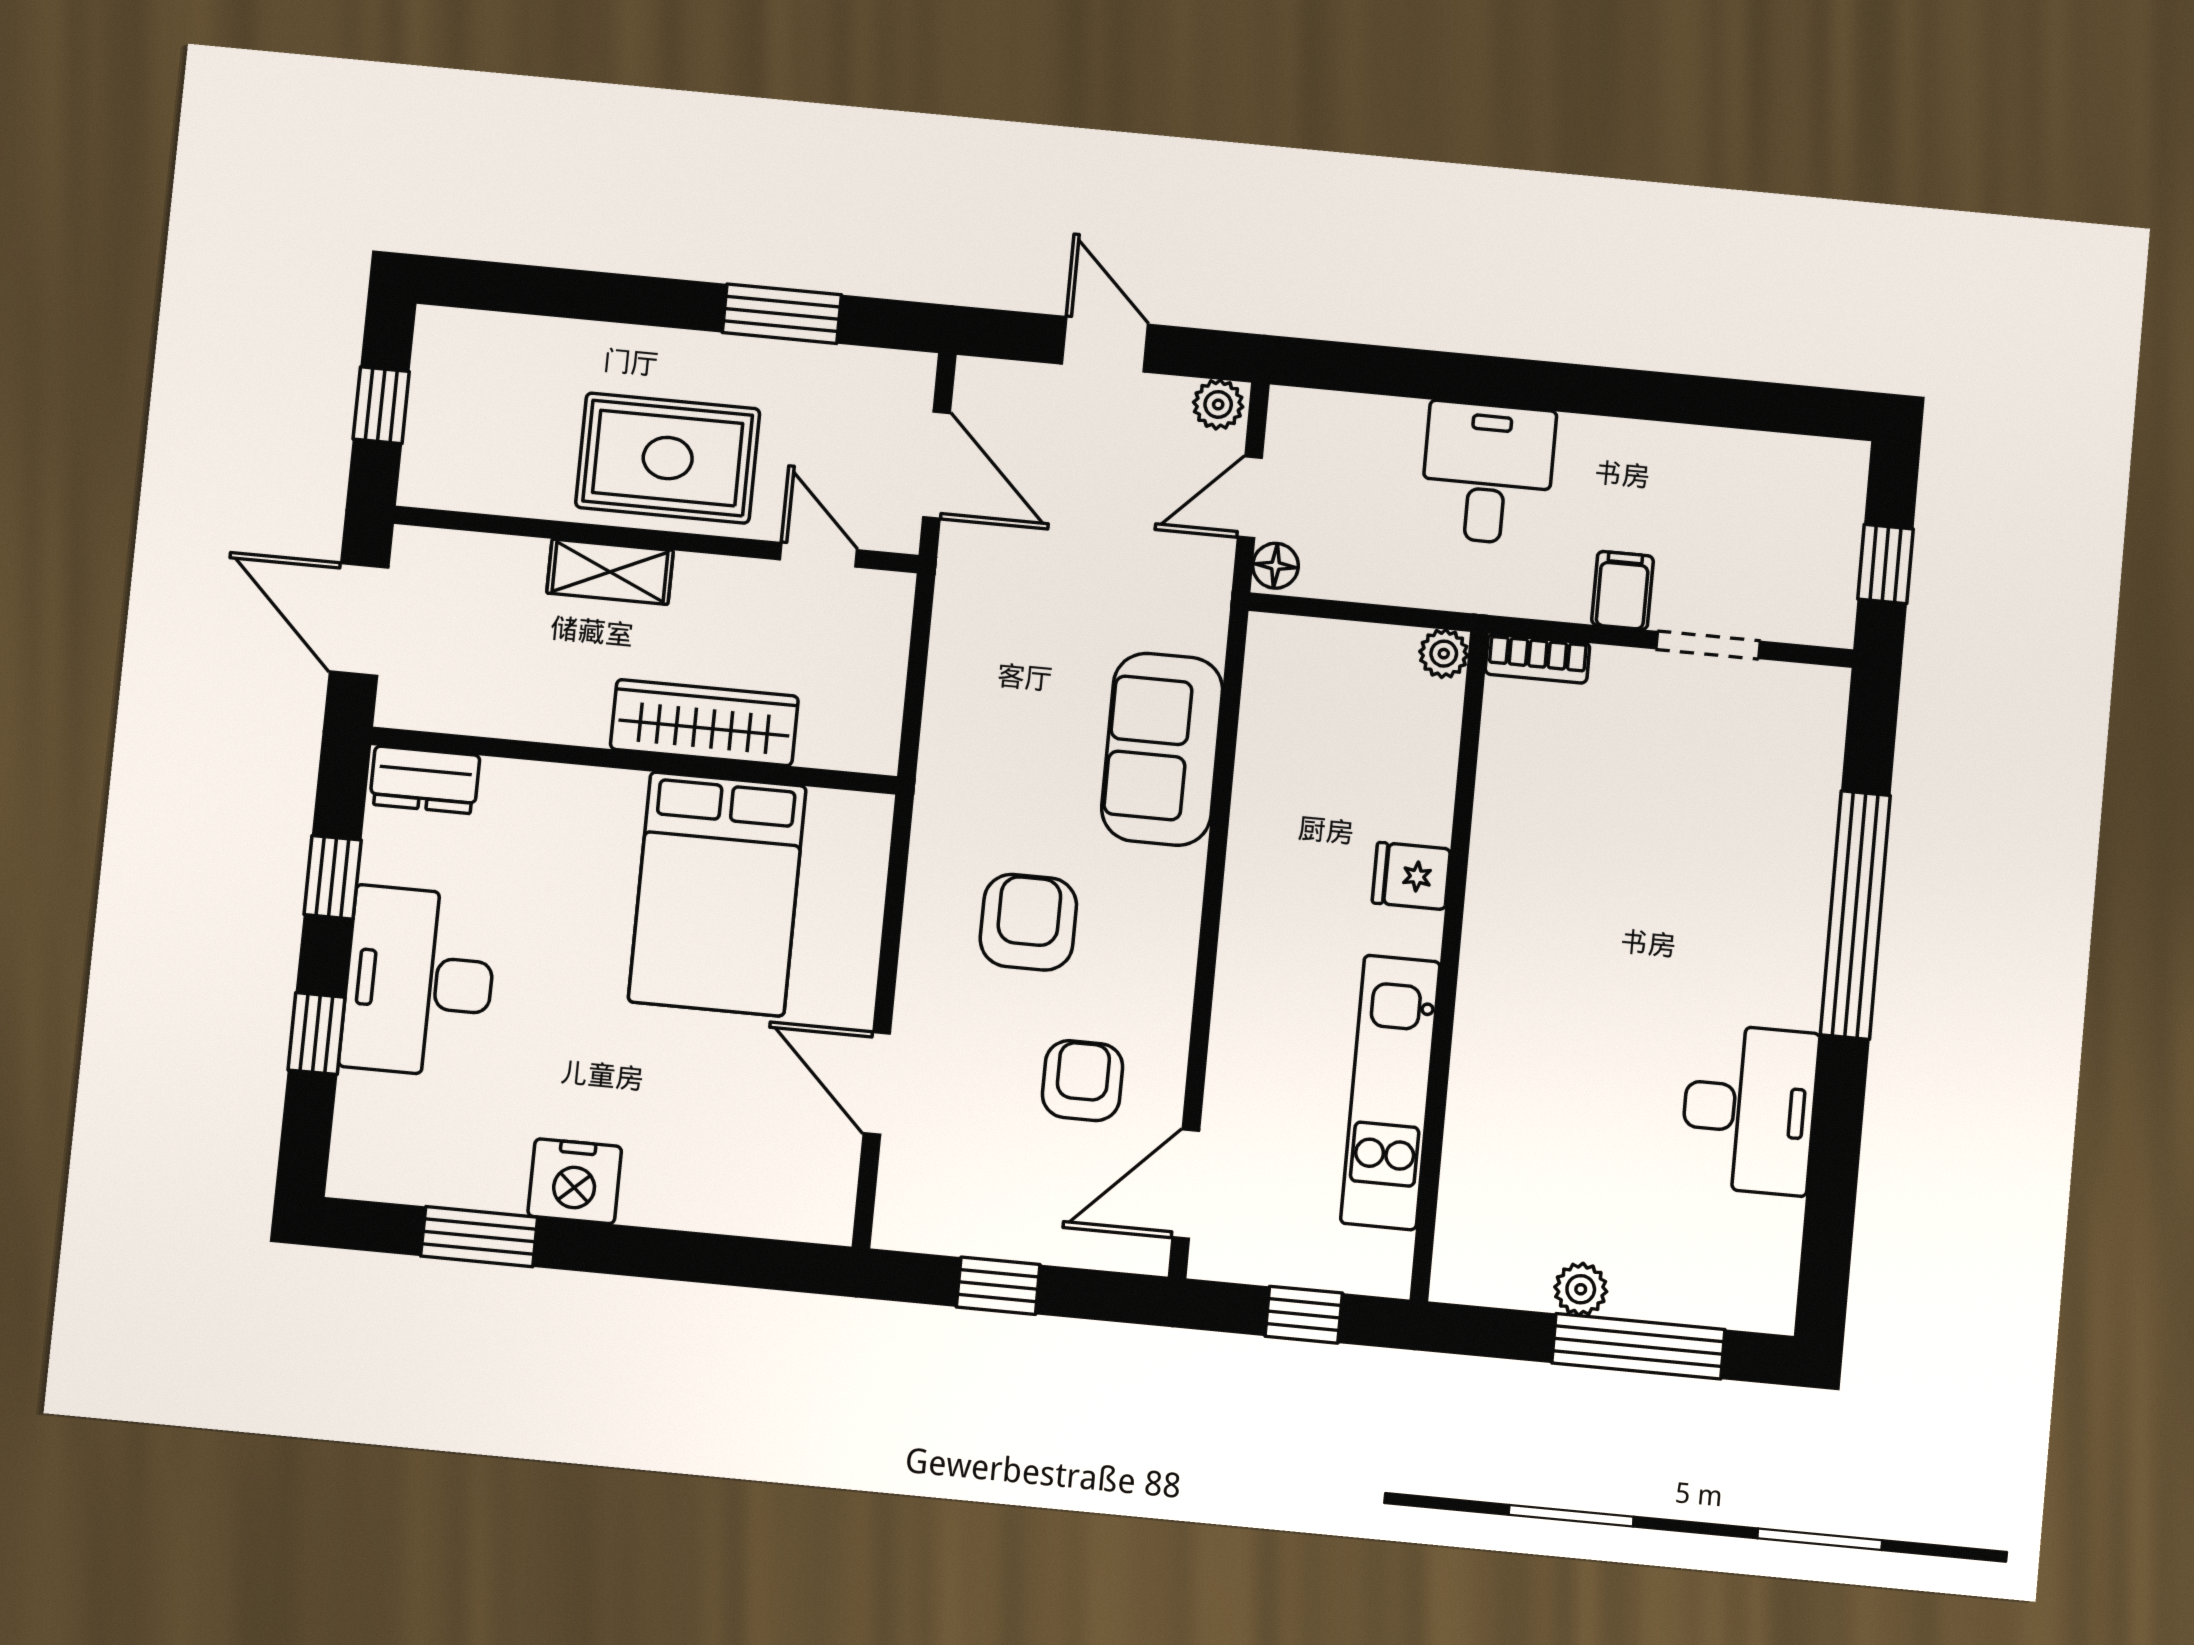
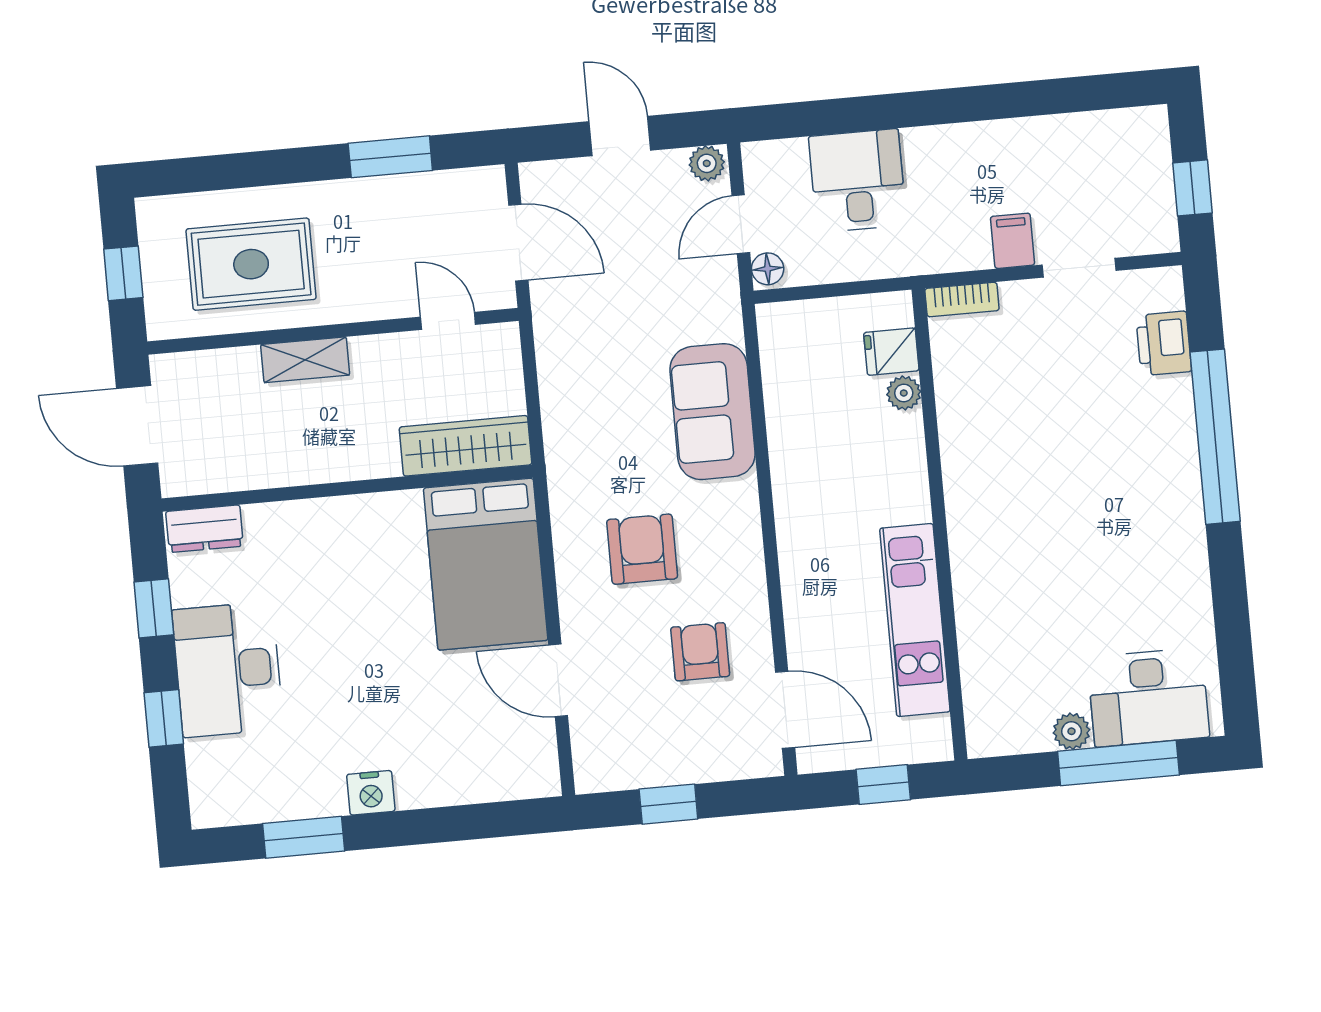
rug: (668, 458) -> (251, 264), moved
desk: (1488, 473) -> (858, 181), moved
plant: (1444, 654) -> (904, 393), moved
wardrobe: (704, 723) -> (466, 446), moved
printer: (1807, 772) -> (1164, 343), added
fridge: (1411, 876) -> (891, 352), moved
bed: (717, 894) -> (486, 564), moved
desk: (1749, 1109) -> (1148, 697), moved, turned 90
nightstand: (575, 1181) -> (371, 793), width x0.74, depth x0.75
door: (1186, 1184) -> (785, 710), swing flipped

